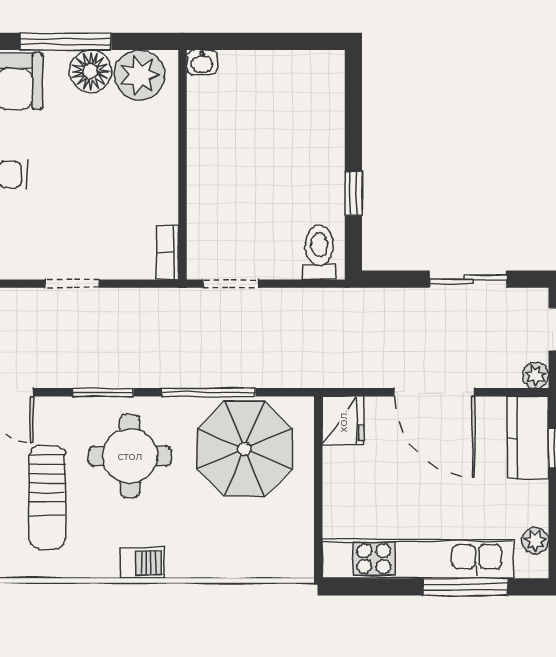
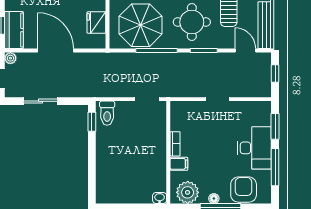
floor lamp: (90, 71) -> (214, 199), width x0.53, depth x0.53
filing cabinet: (159, 139) -> (179, 164), added
window: (353, 193) -> (92, 122), moved
bookcase: (167, 252) -> (175, 144), moved
fridge: (343, 421) -> (96, 23), moved

